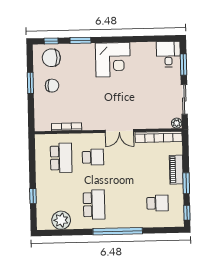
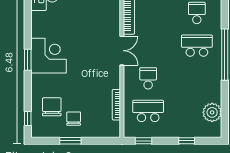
window: (80, 40) -> (28, 60), moved
chair: (51, 58) -> (52, 107), moved, turned 180
window: (32, 154) -> (143, 141), added
school desk: (94, 205) -> (197, 46), moved

